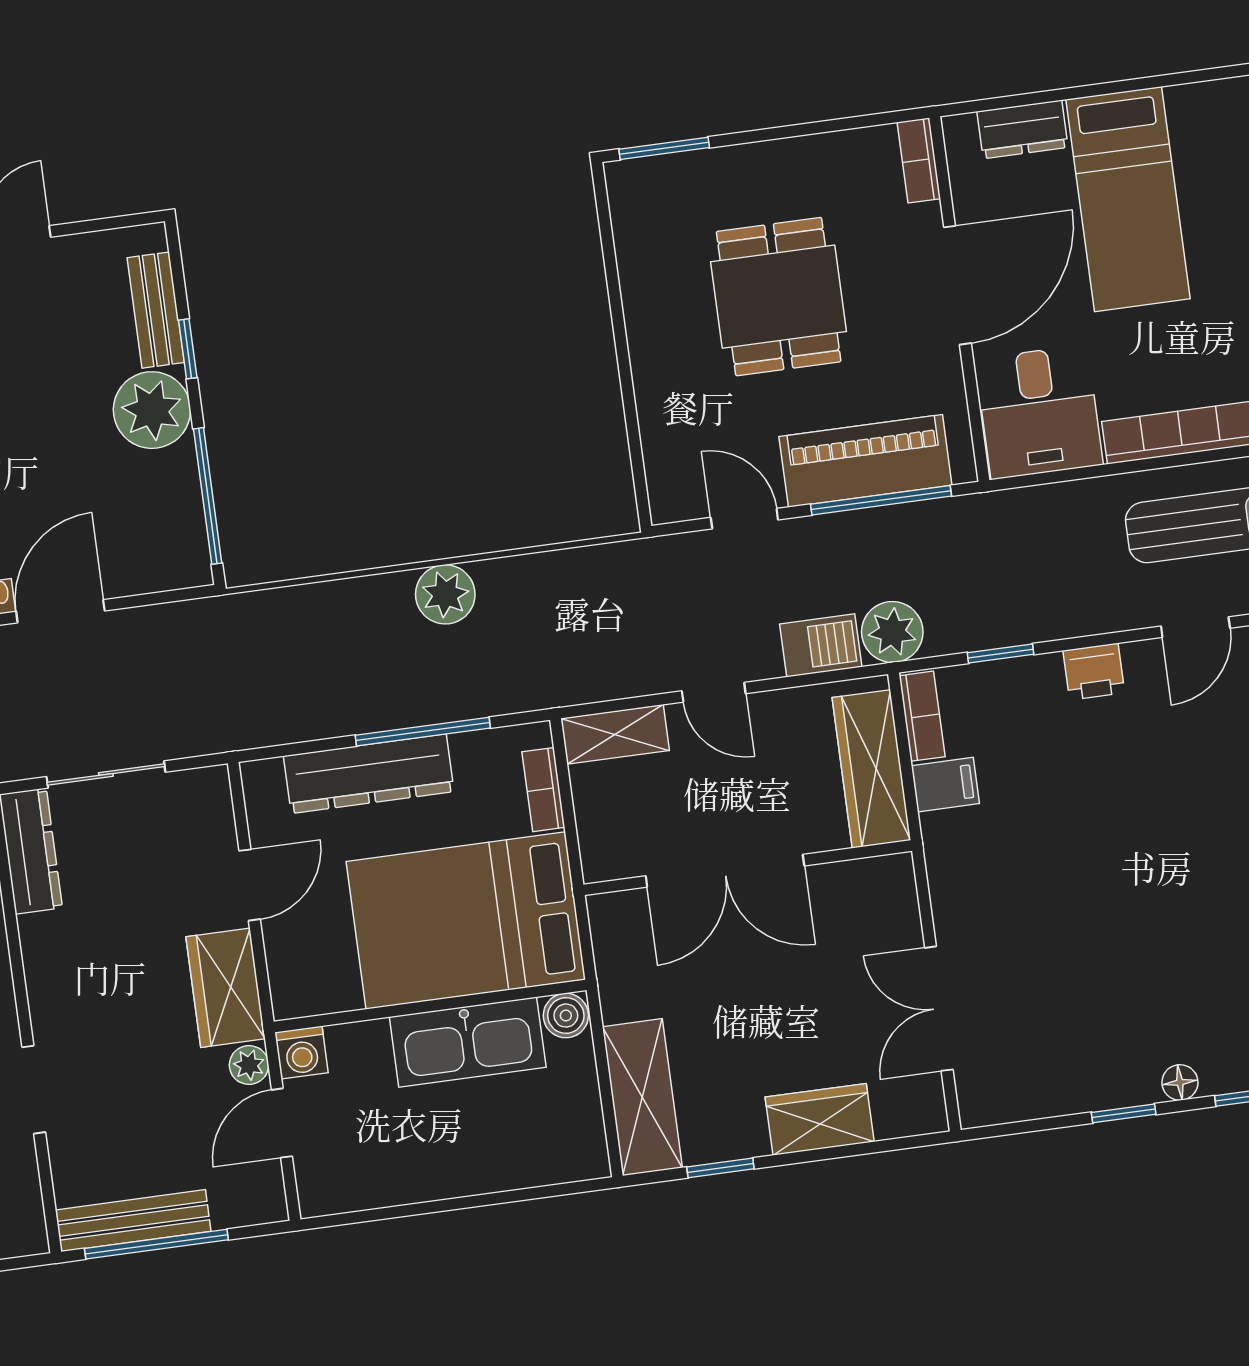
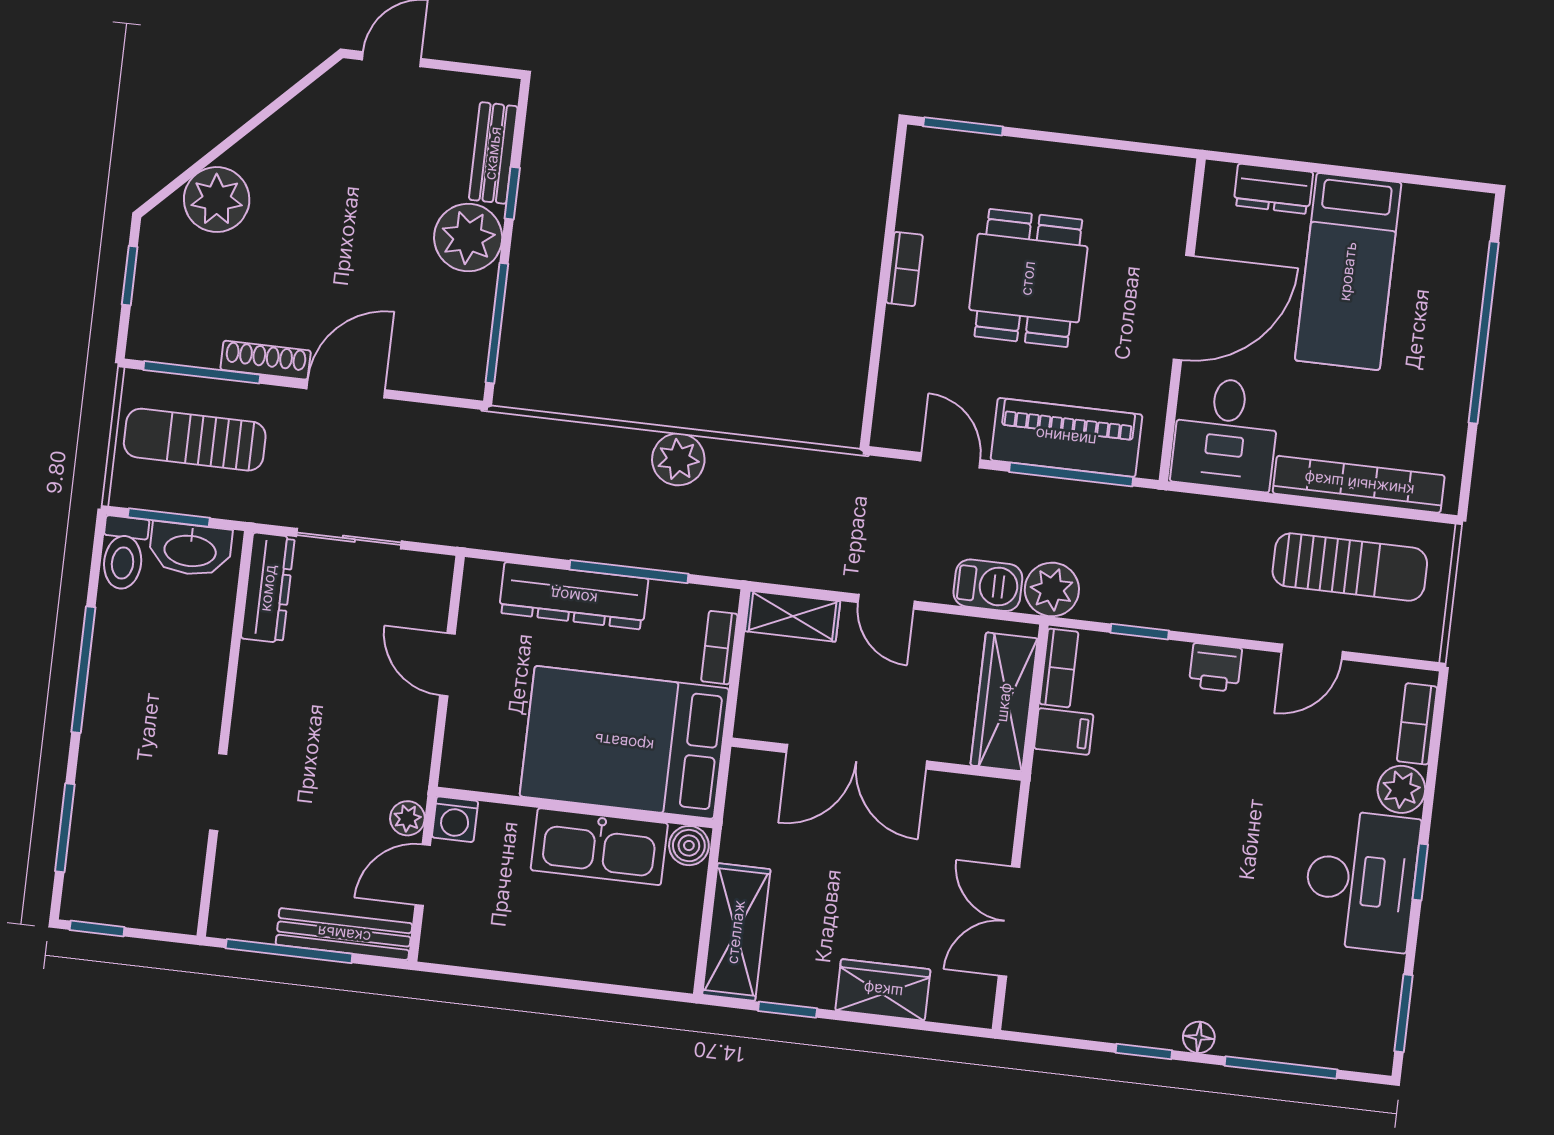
bookcase: (919, 160) -> (905, 269), moved, turned 180
door: (250, 885) -> (447, 665), swing flipped
wardrobe: (225, 988) -> (404, 747), removed
bench: (133, 1221) -> (344, 934), moved

